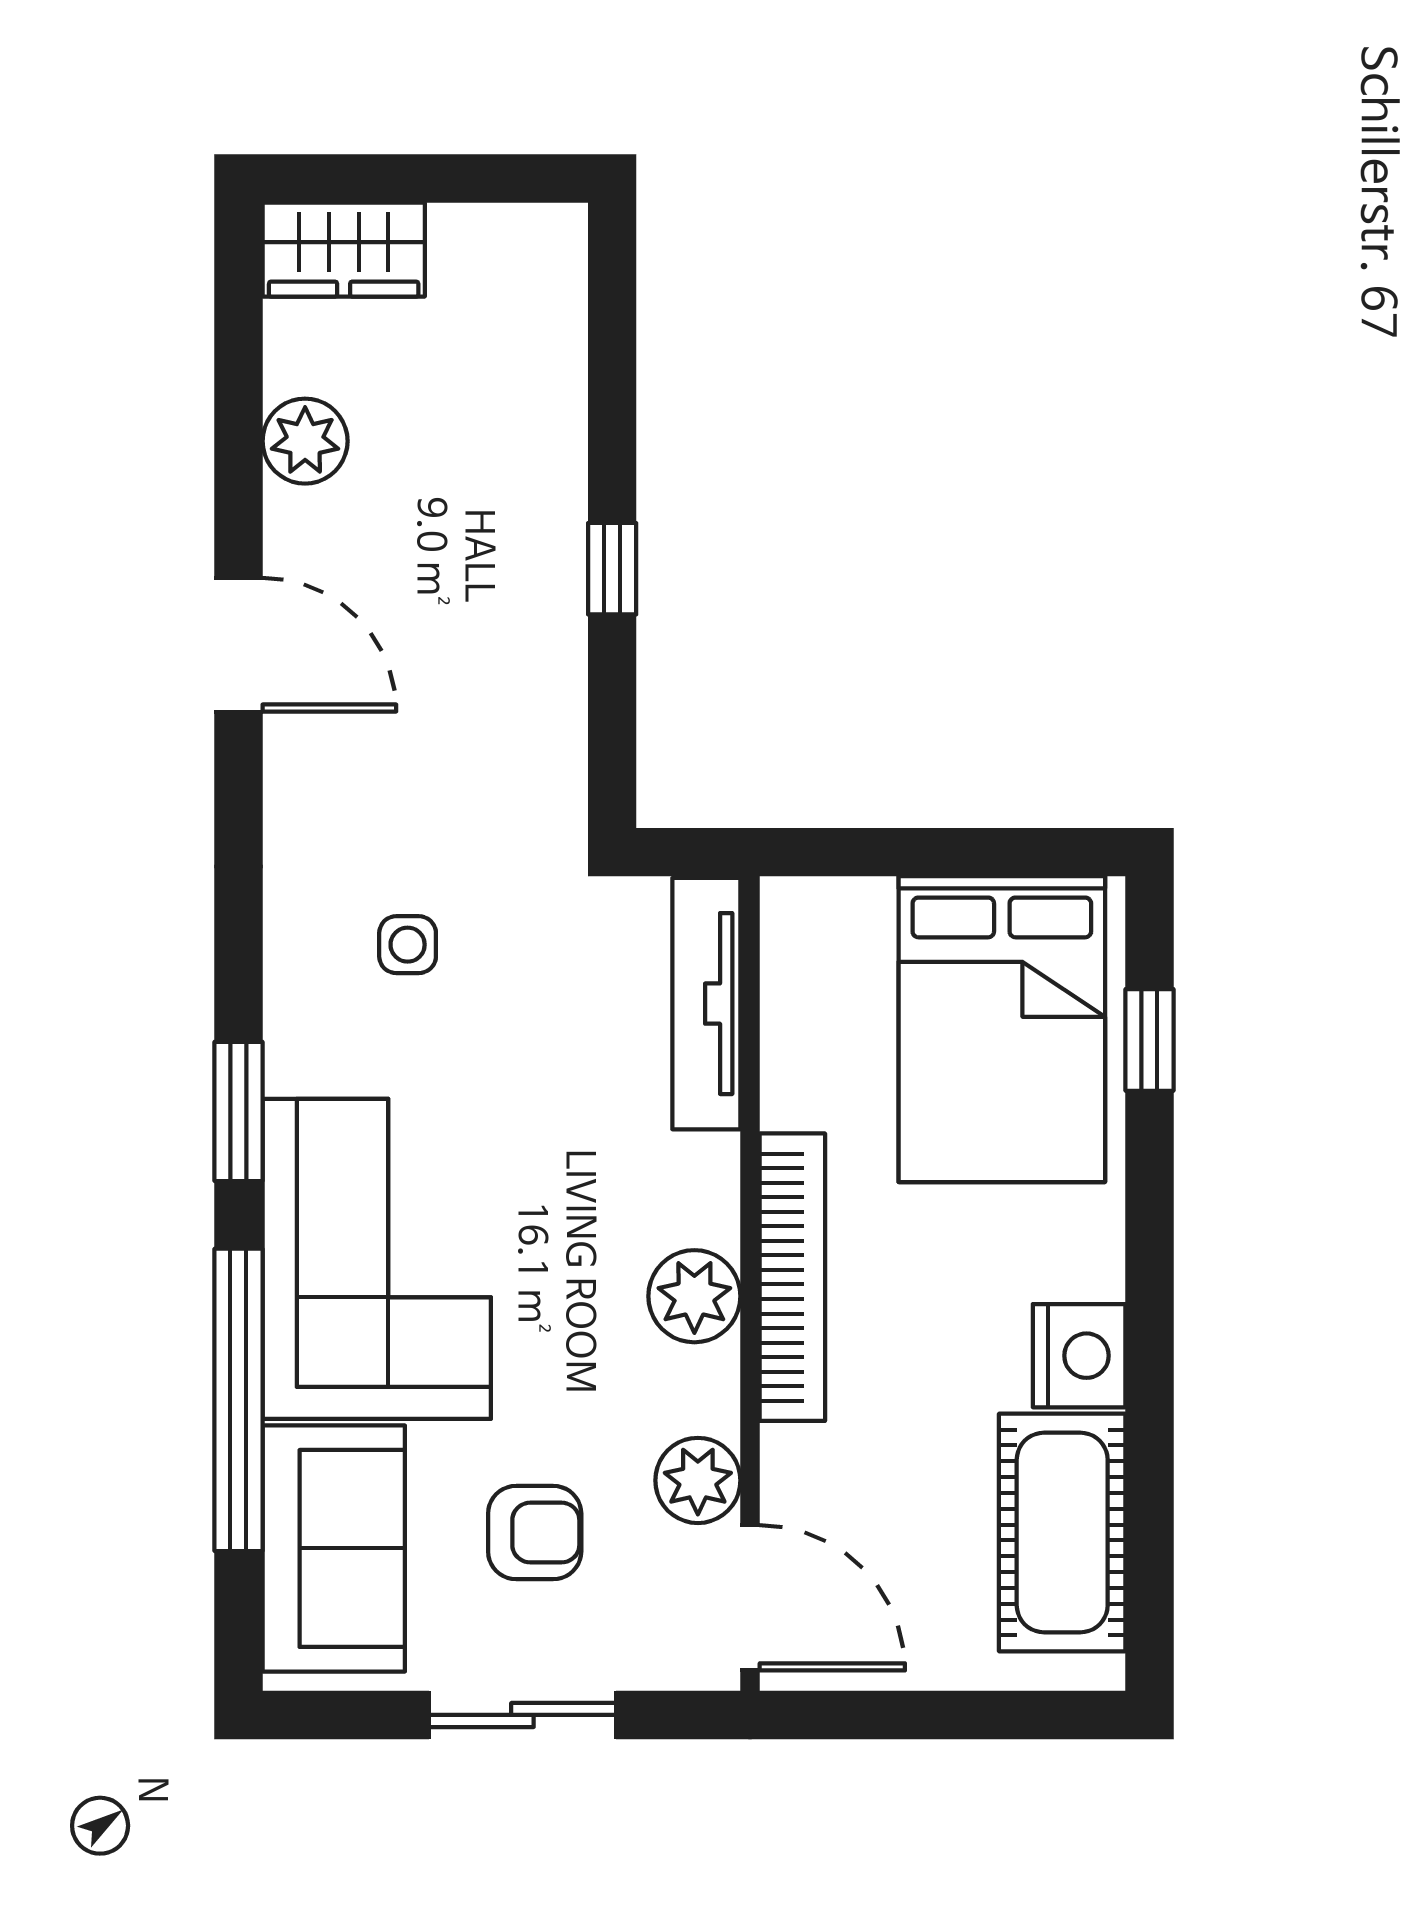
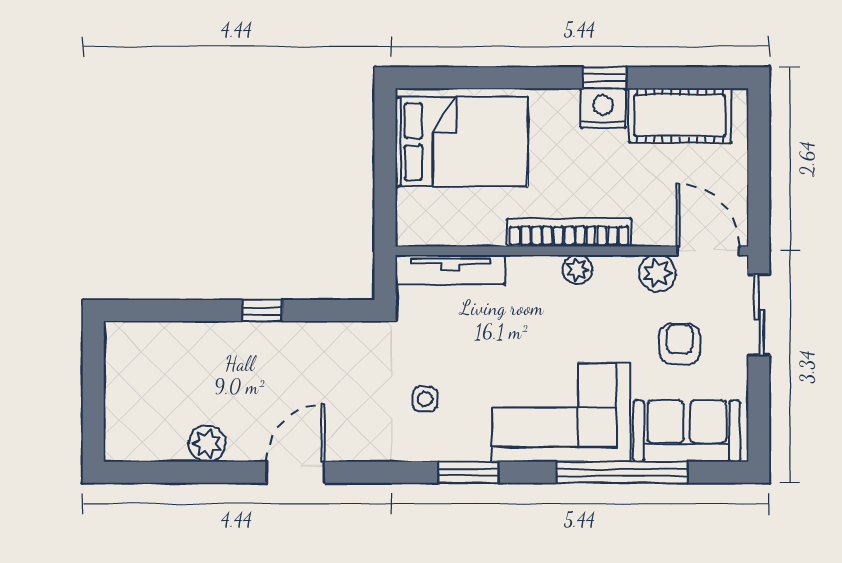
wardrobe: (344, 250) -> (124, 427), removed
window: (1149, 1040) -> (605, 78), moved
window: (238, 1111) -> (468, 472), moved
plant: (694, 1296) -> (577, 269), width x0.73, depth x0.73
door: (750, 1598) -> (708, 251), hinge flipped
sliding door: (522, 1715) -> (759, 315), moved

